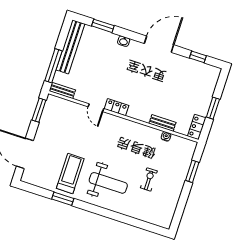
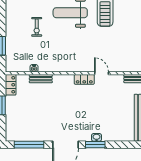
window: (103, 26) -> (95, 145), moved
window: (198, 57) -> (29, 145), width x2.17

